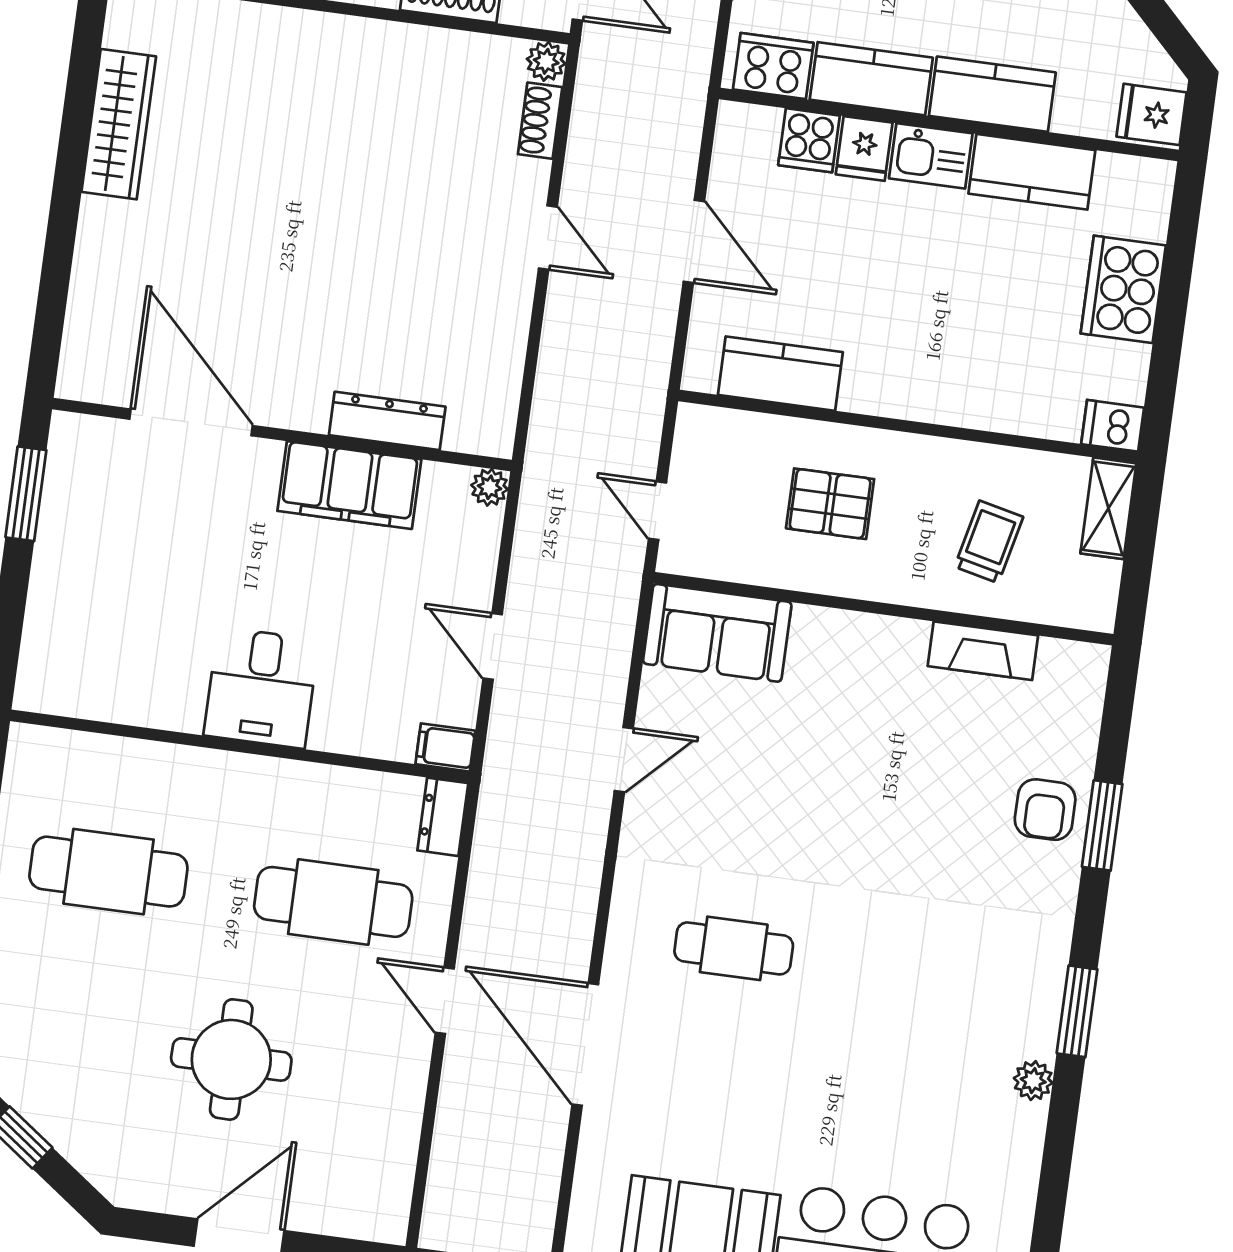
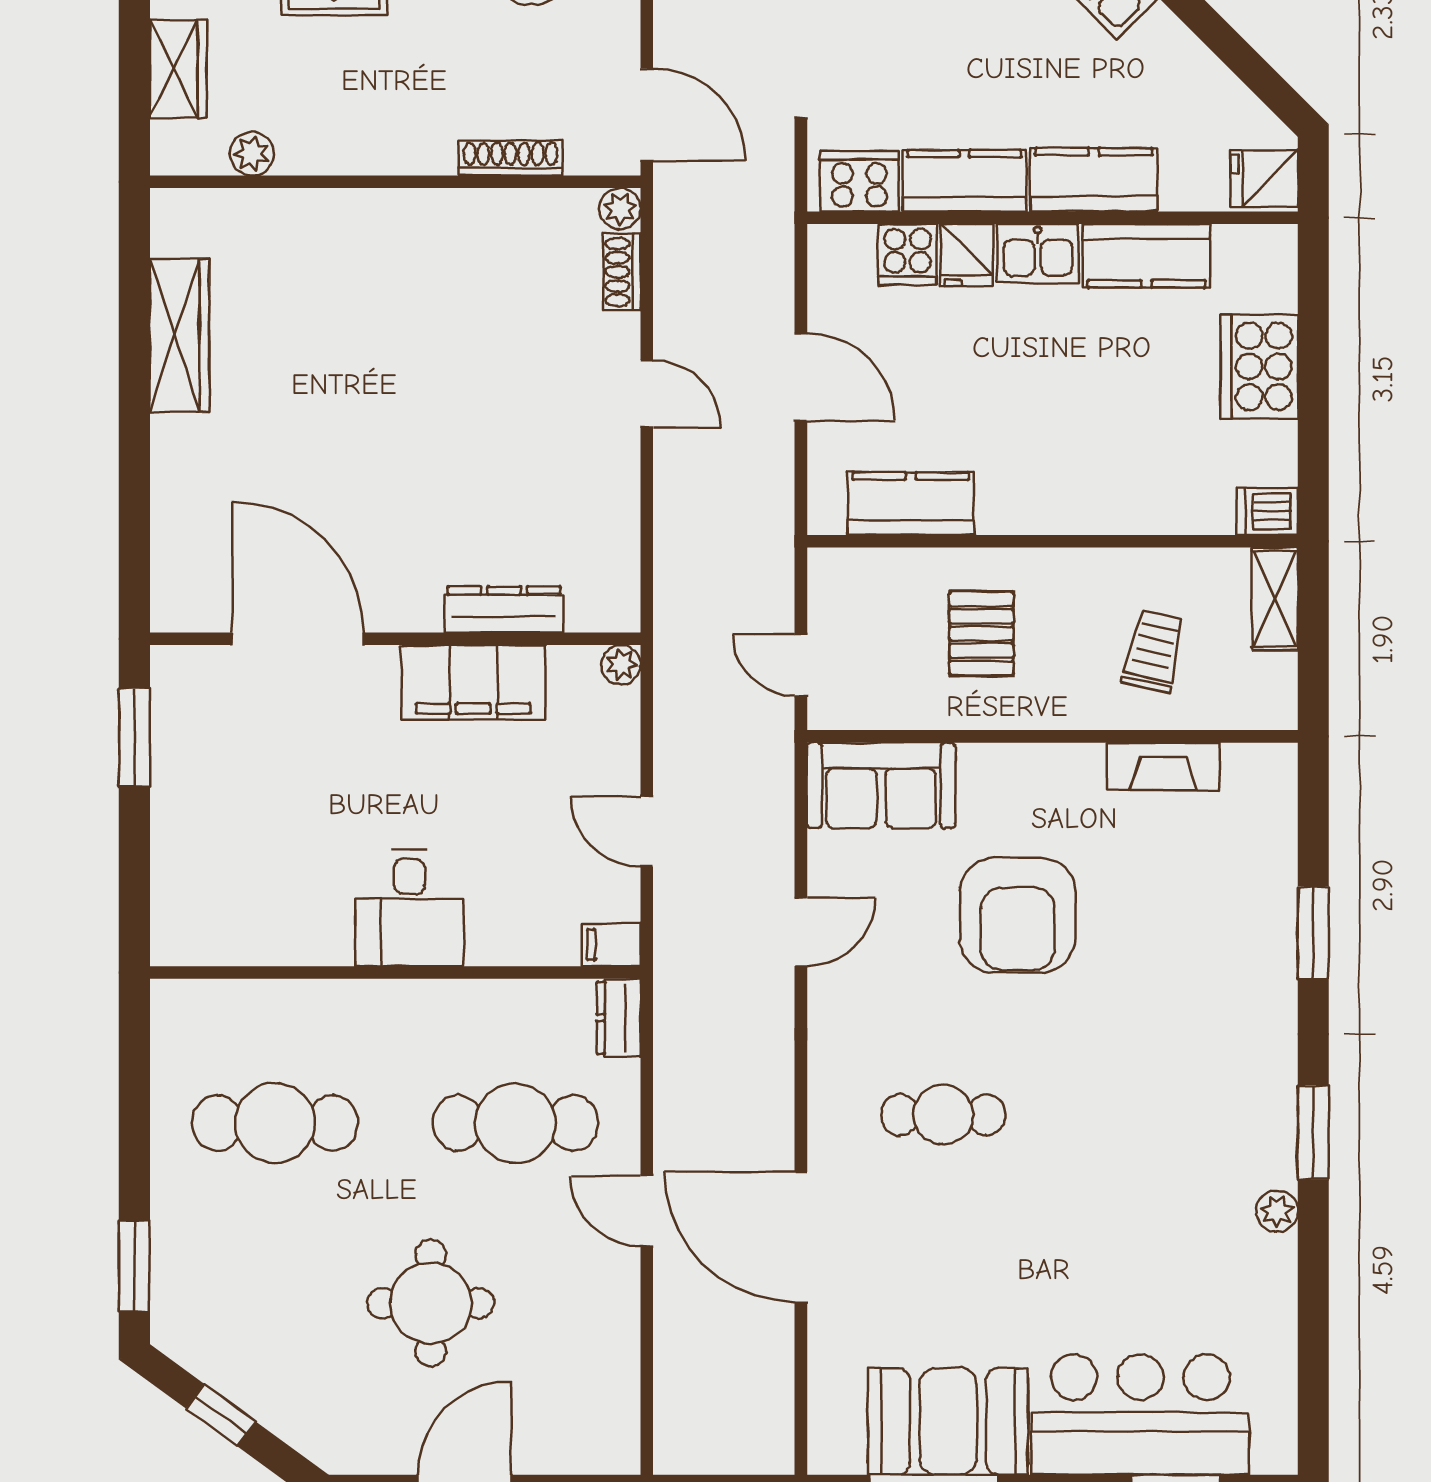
pallet: (830, 504) -> (981, 634), turned 90
armchair: (1045, 810) -> (1018, 915), moved, width x1.88, depth x1.88

